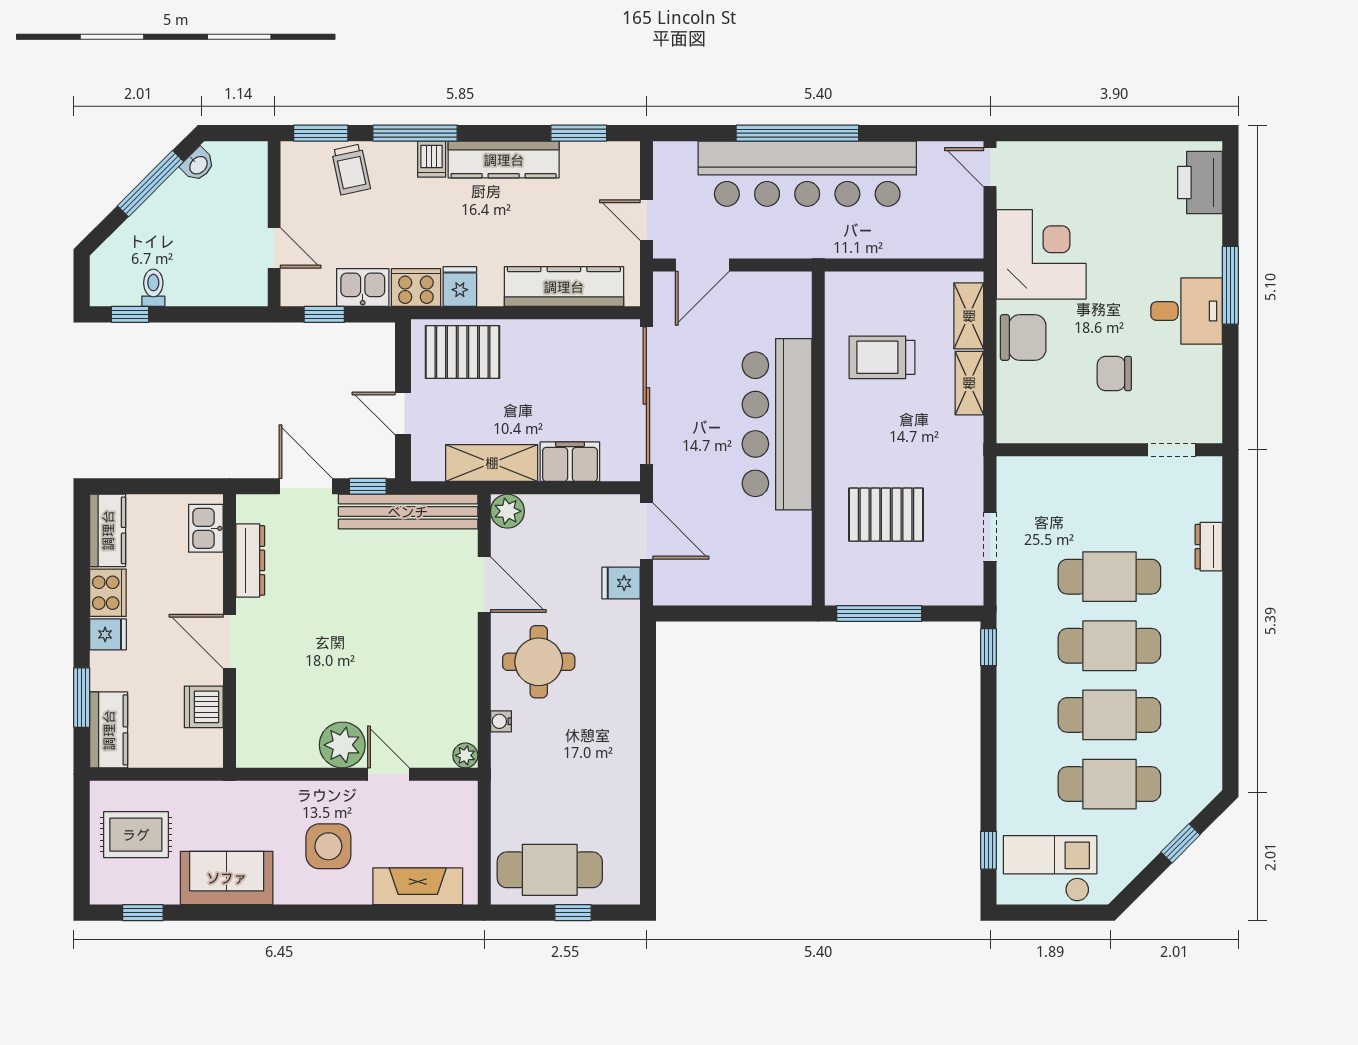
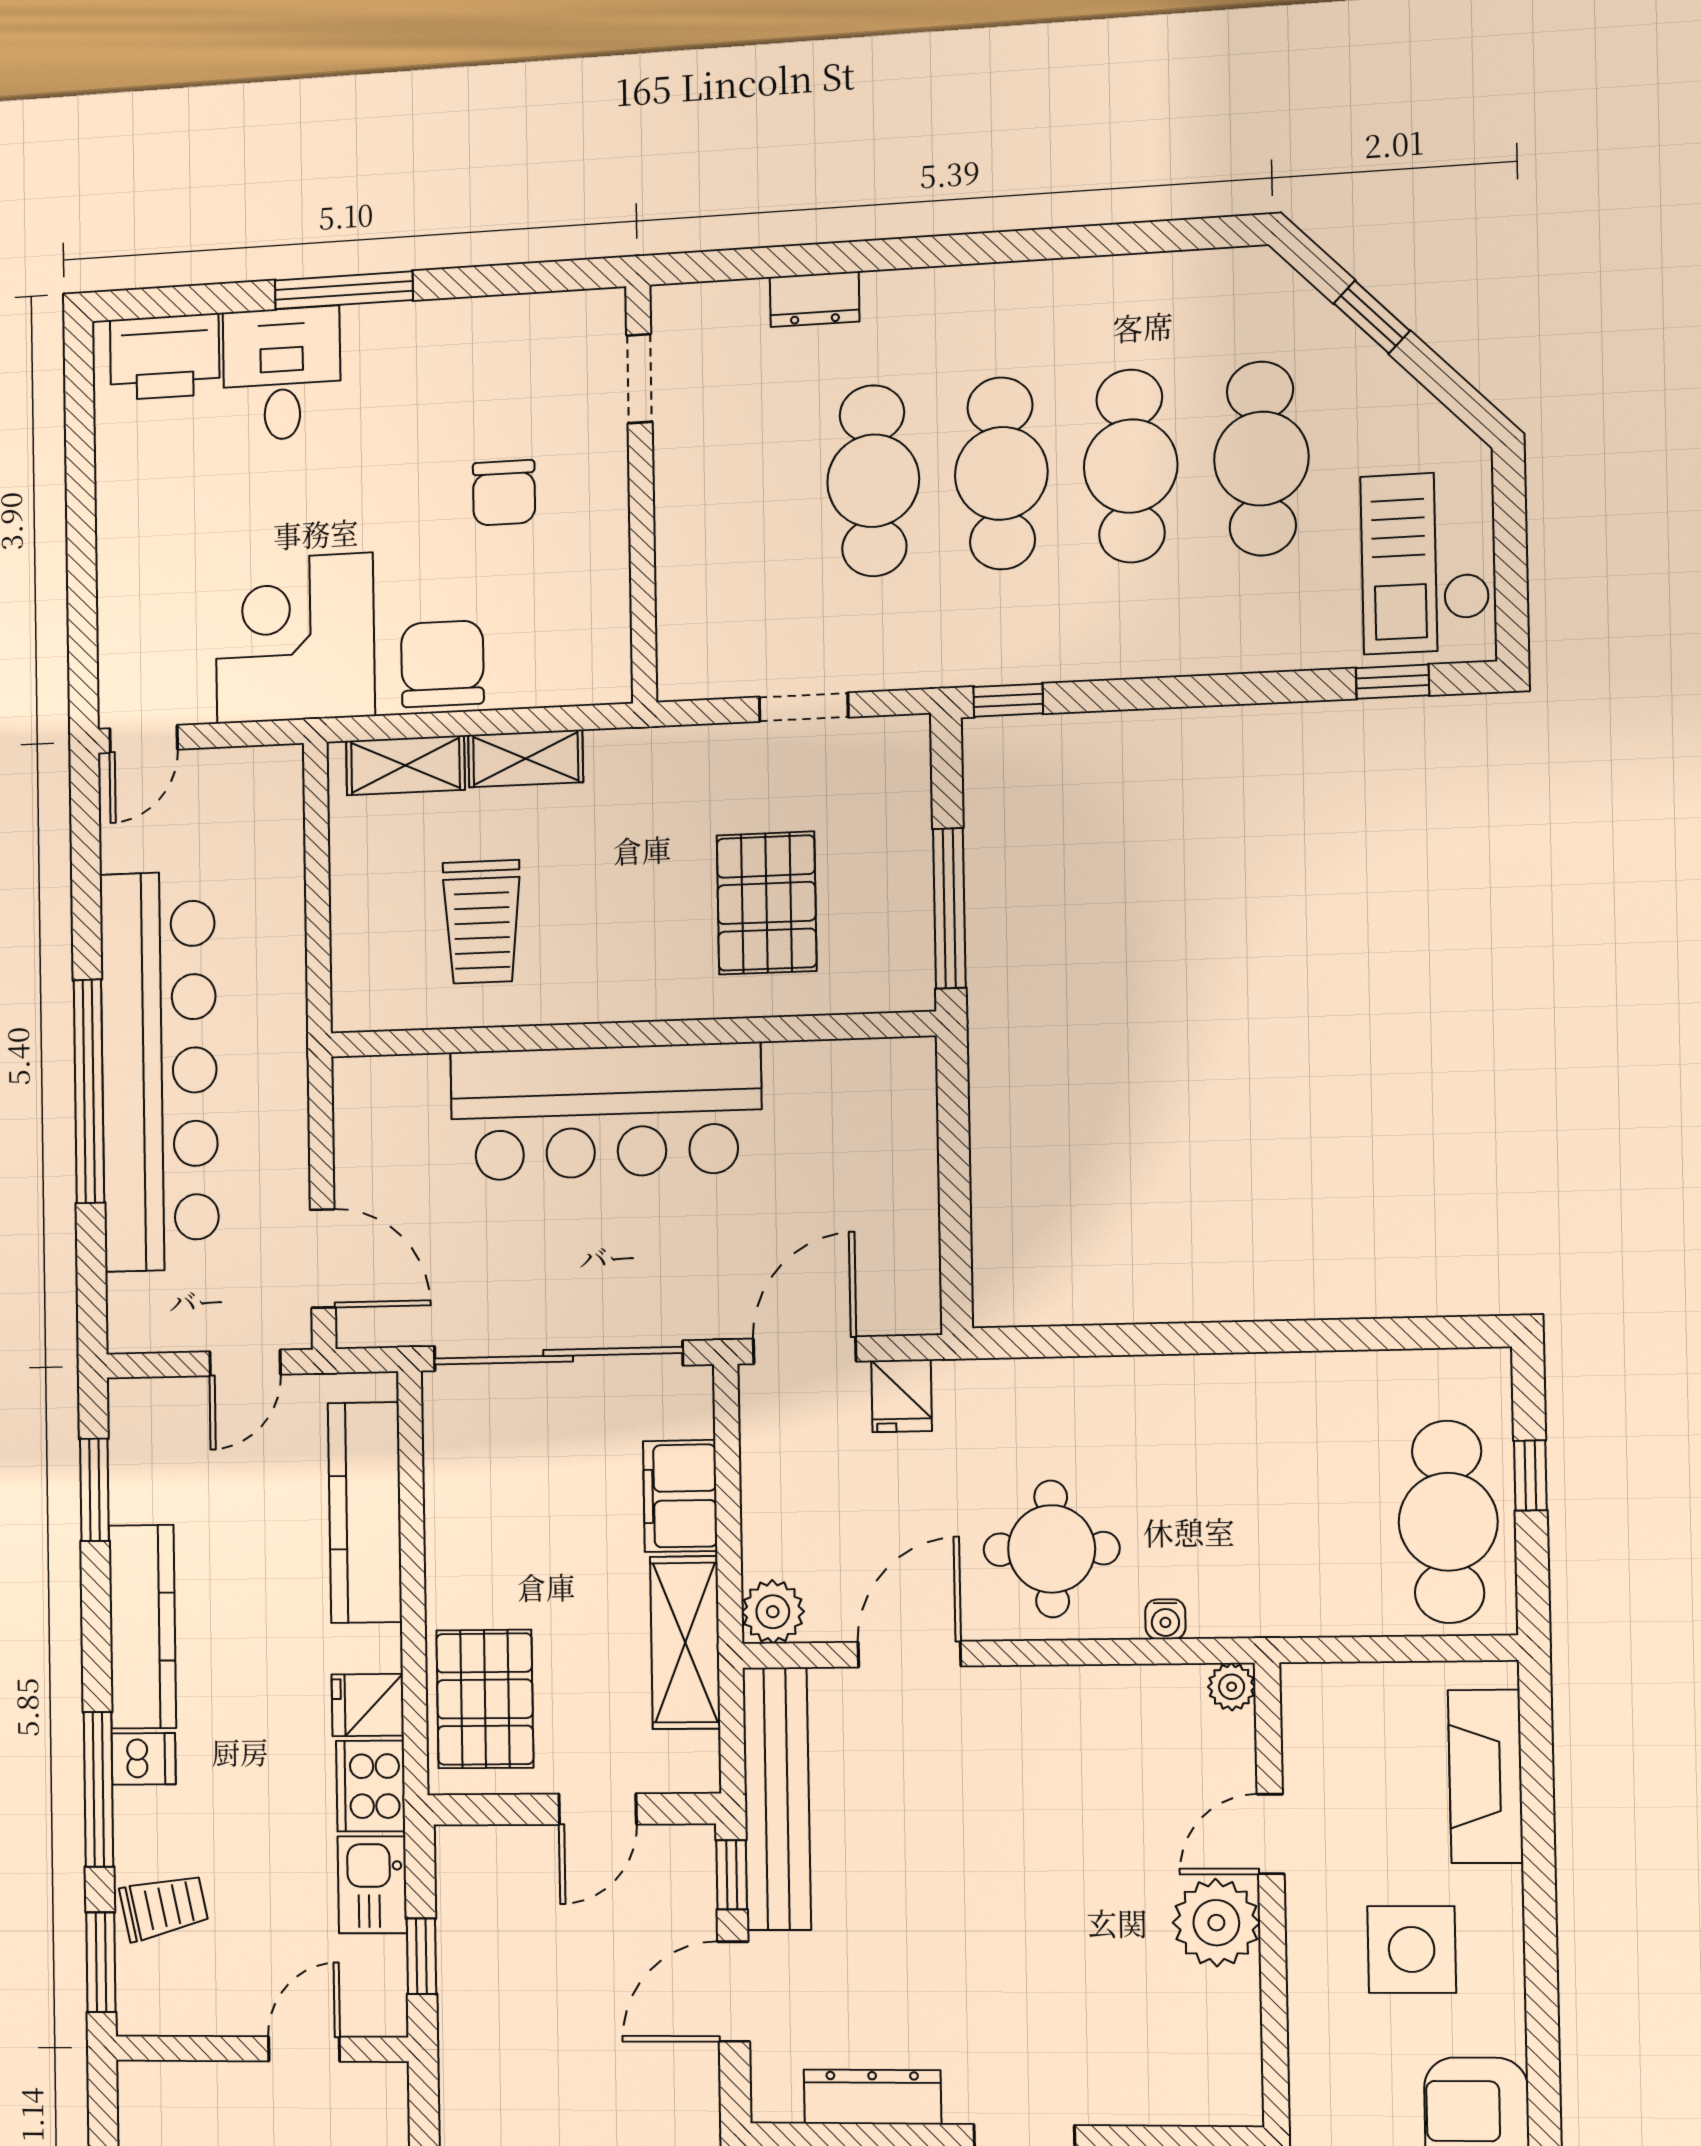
desk: (1187, 311) -> (282, 374), moved

